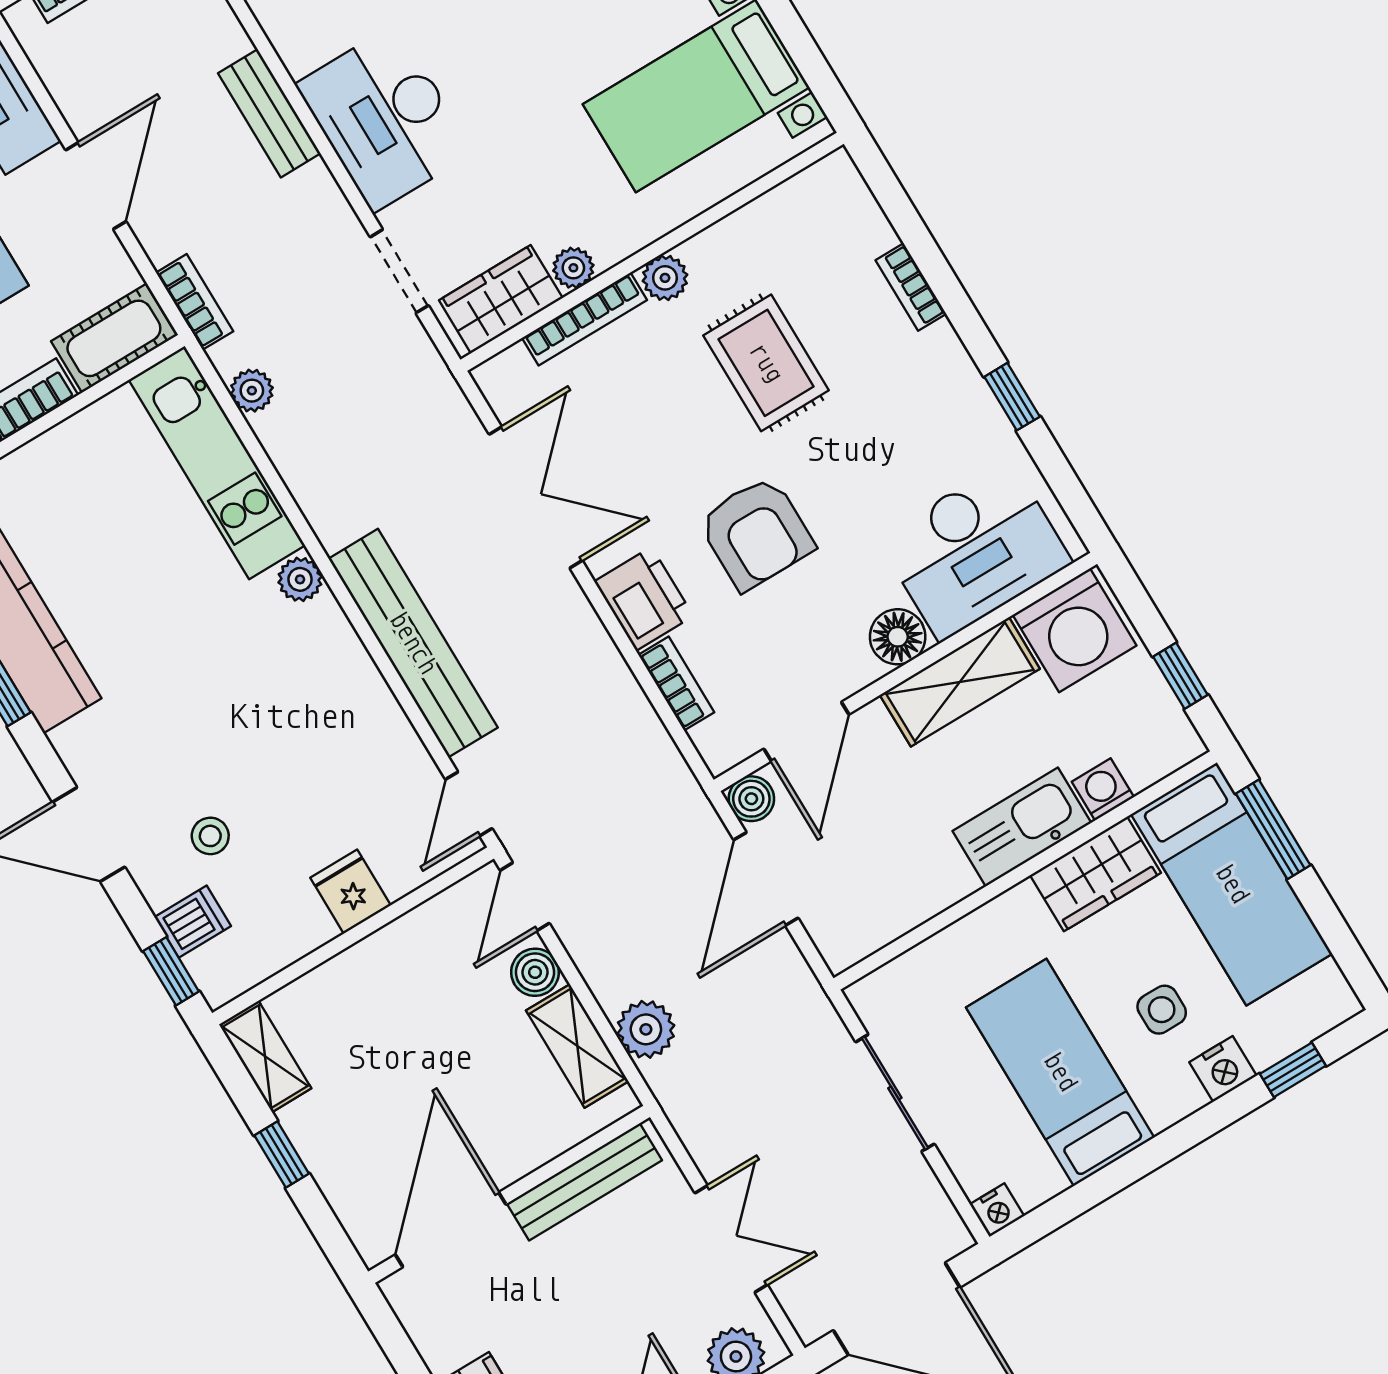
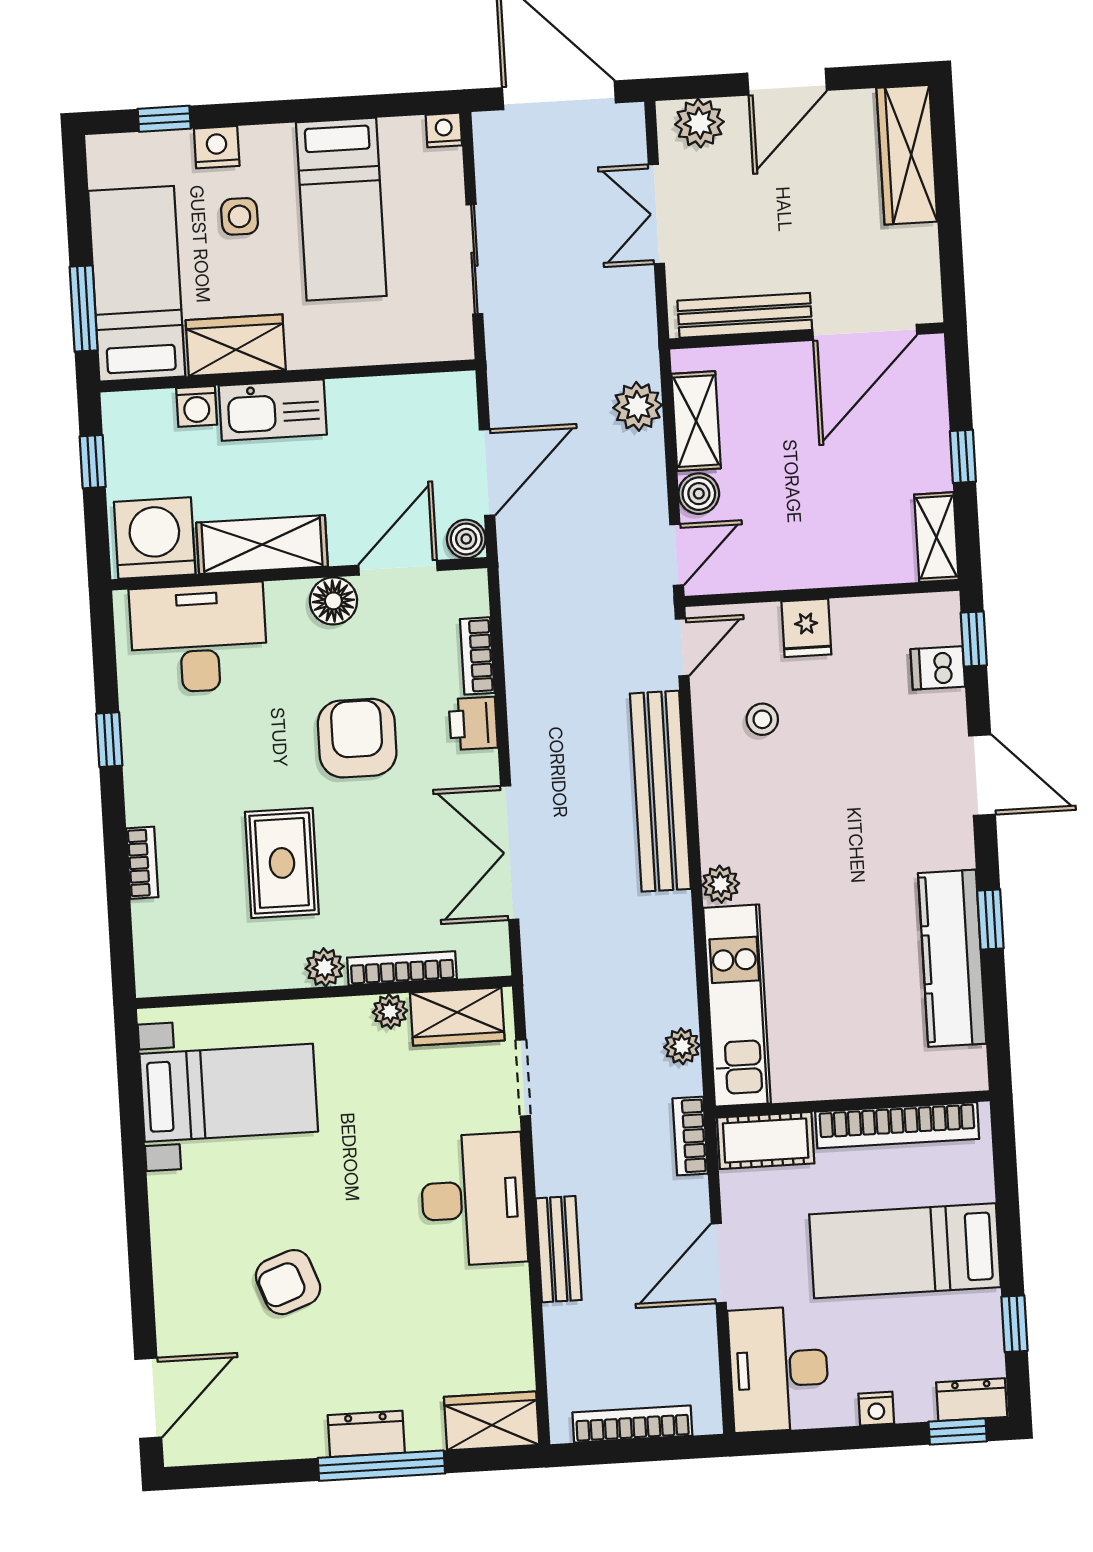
printer: (644, 599) -> (473, 723), width x0.73, depth x0.81
floor lamp: (898, 637) -> (333, 601), moved
stool: (210, 836) -> (762, 719), moved

